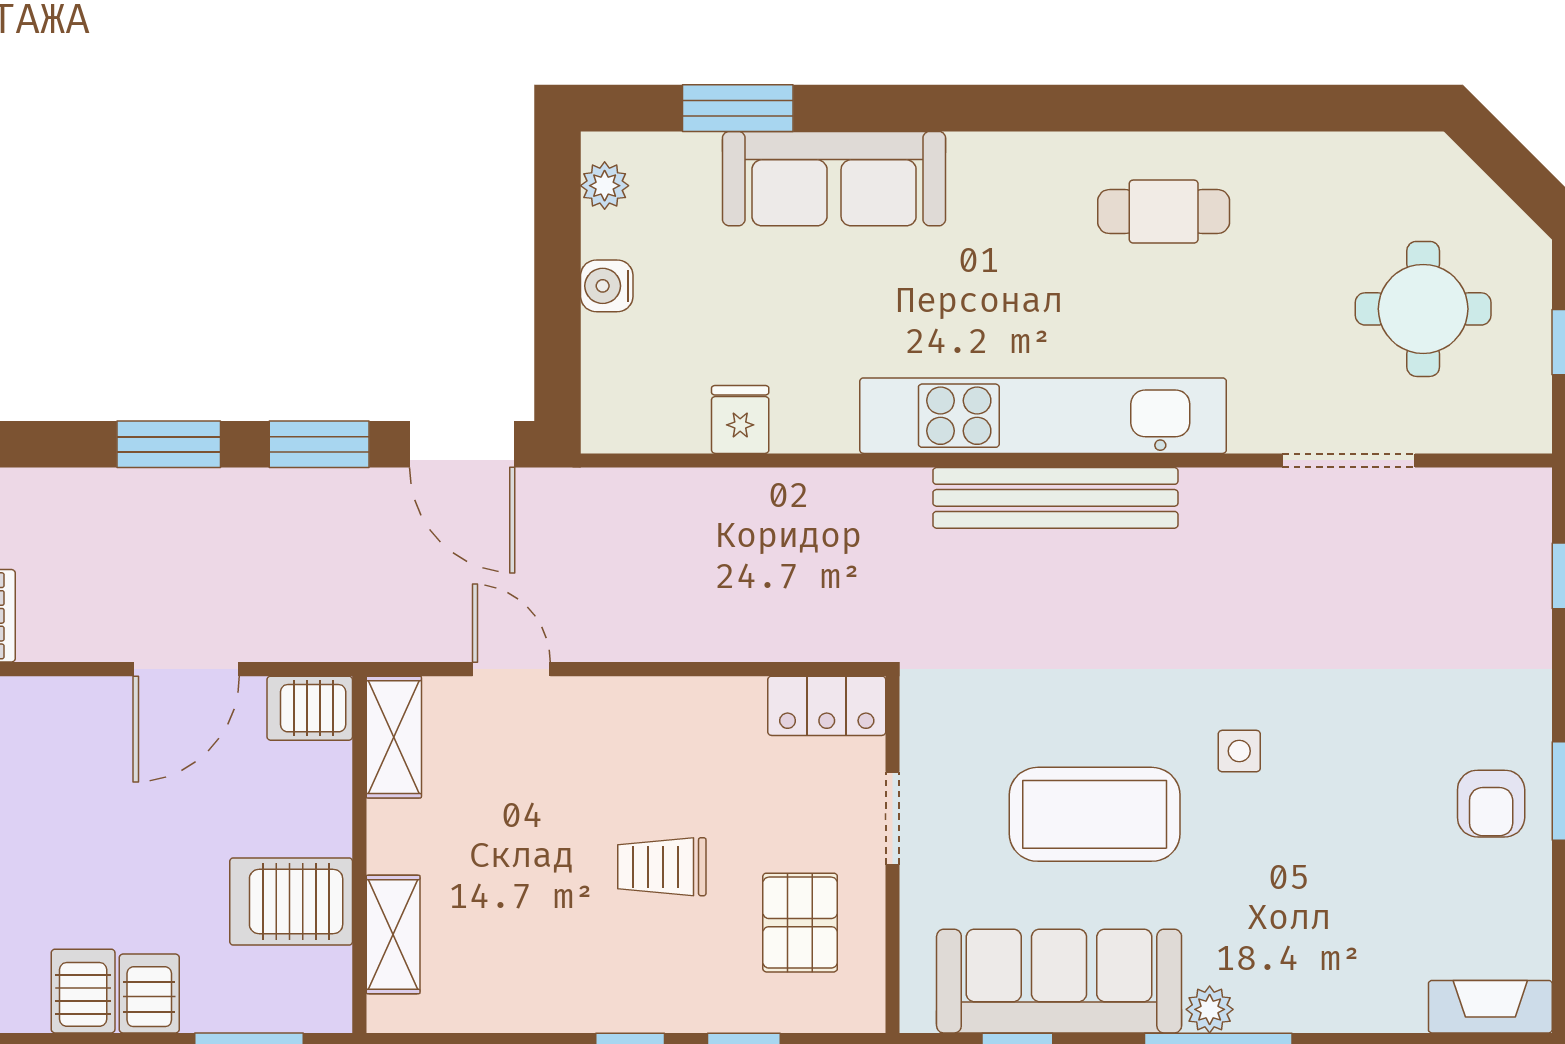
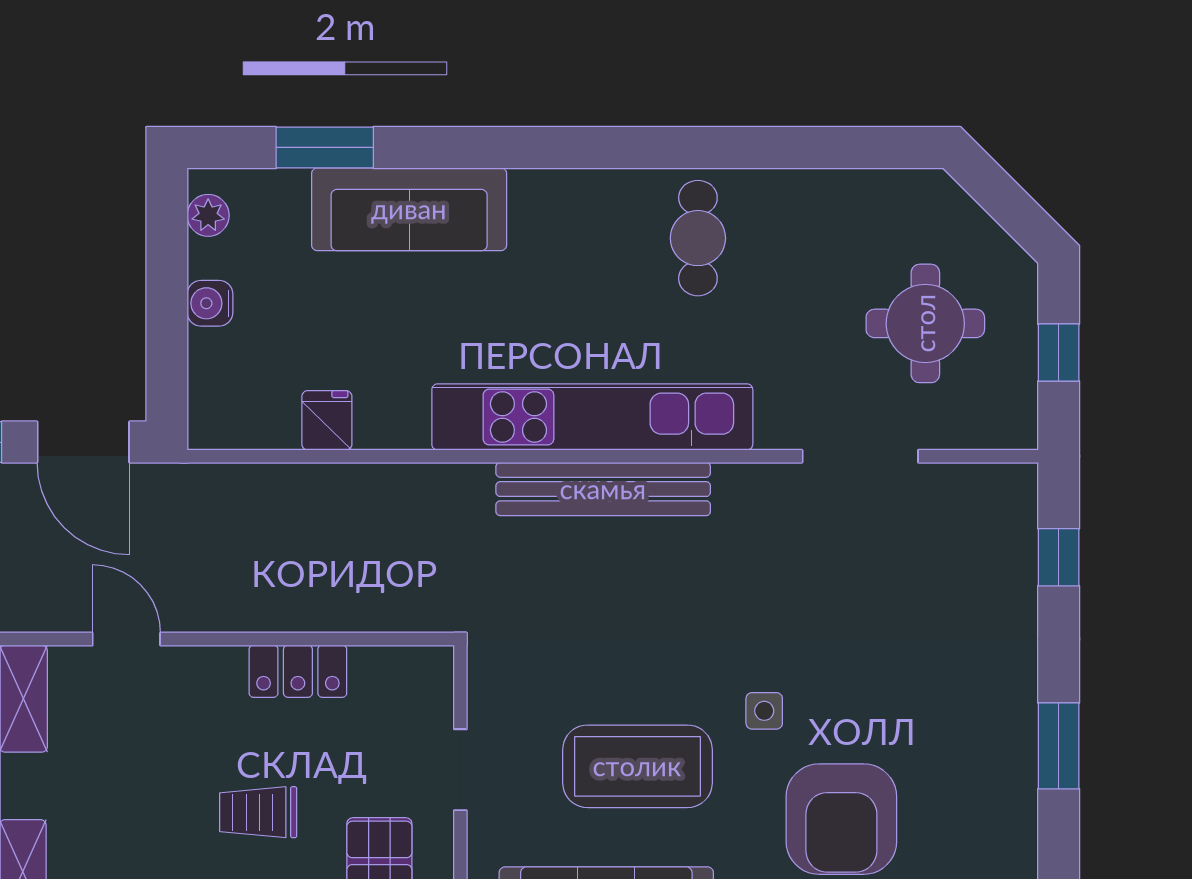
cafe table: (1164, 212) -> (698, 238), turned 90
locker: (827, 706) -> (298, 671), moved
armchair: (1491, 804) -> (841, 819), moved, width x1.88, depth x1.88

